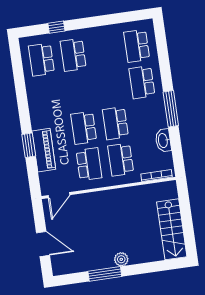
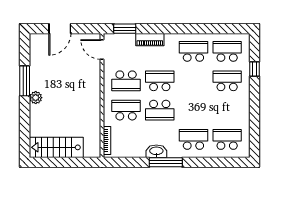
school desk: (47, 96) -> (193, 51), added
school desk: (115, 123) -> (160, 110), turned 180
washbasin: (163, 140) -> (156, 151), moved
window: (29, 145) -> (125, 29), moved
piano: (44, 150) -> (150, 40), width x0.73, depth x0.75

